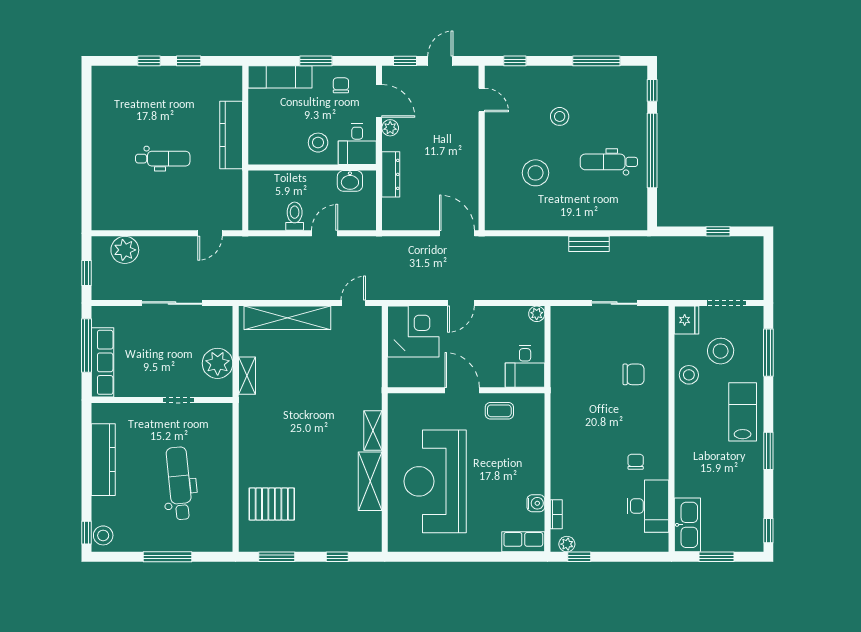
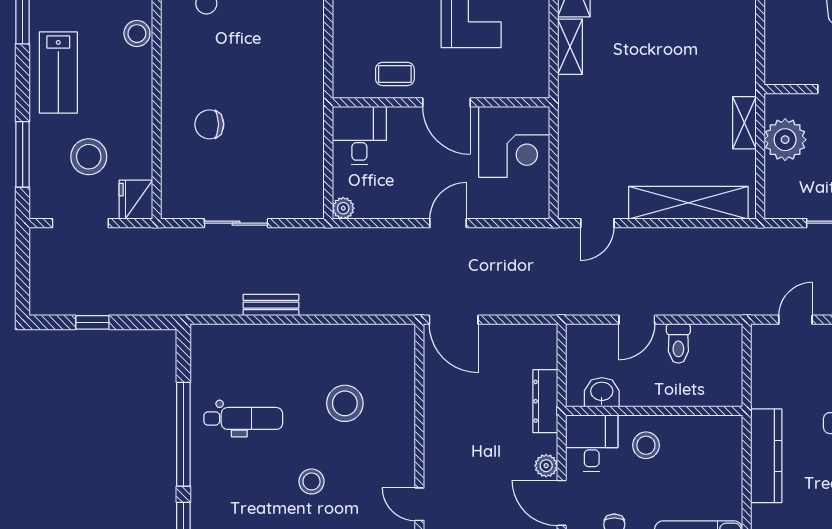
corner desk: (413, 332) -> (514, 142), moved, turned -90
stool: (689, 375) -> (137, 34), moved

